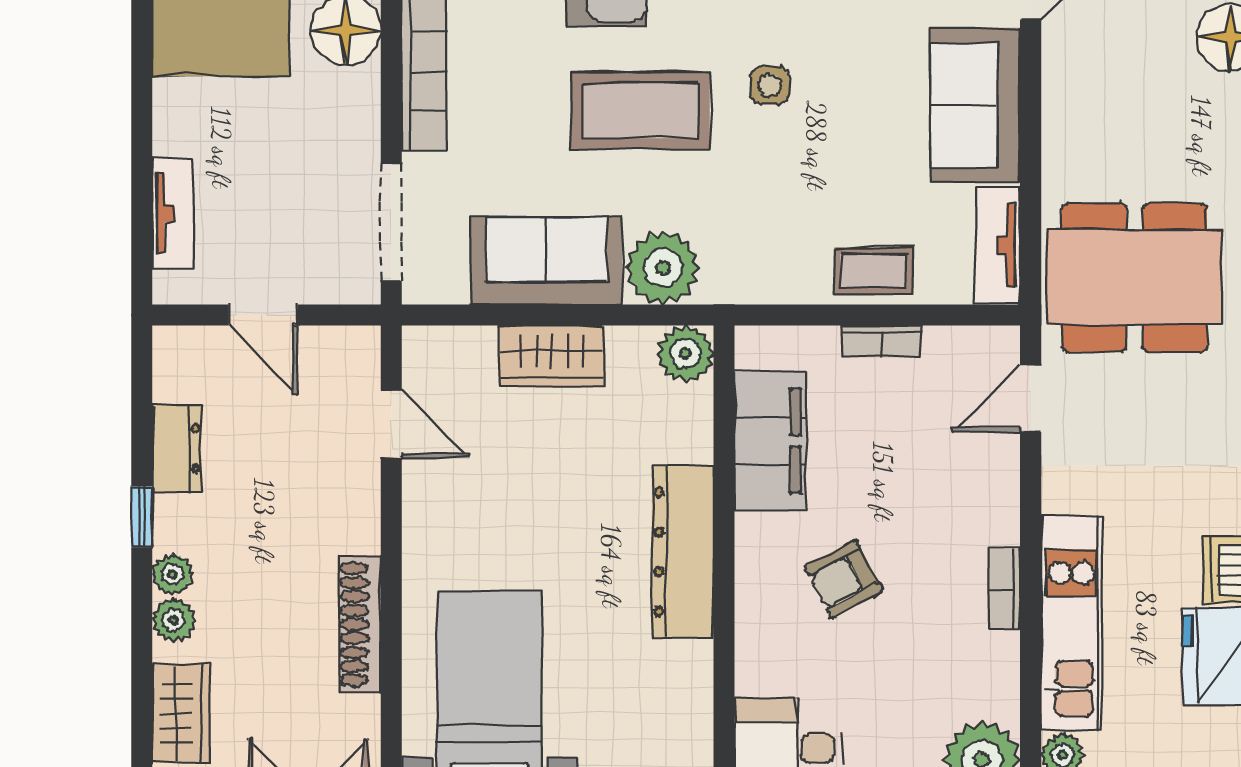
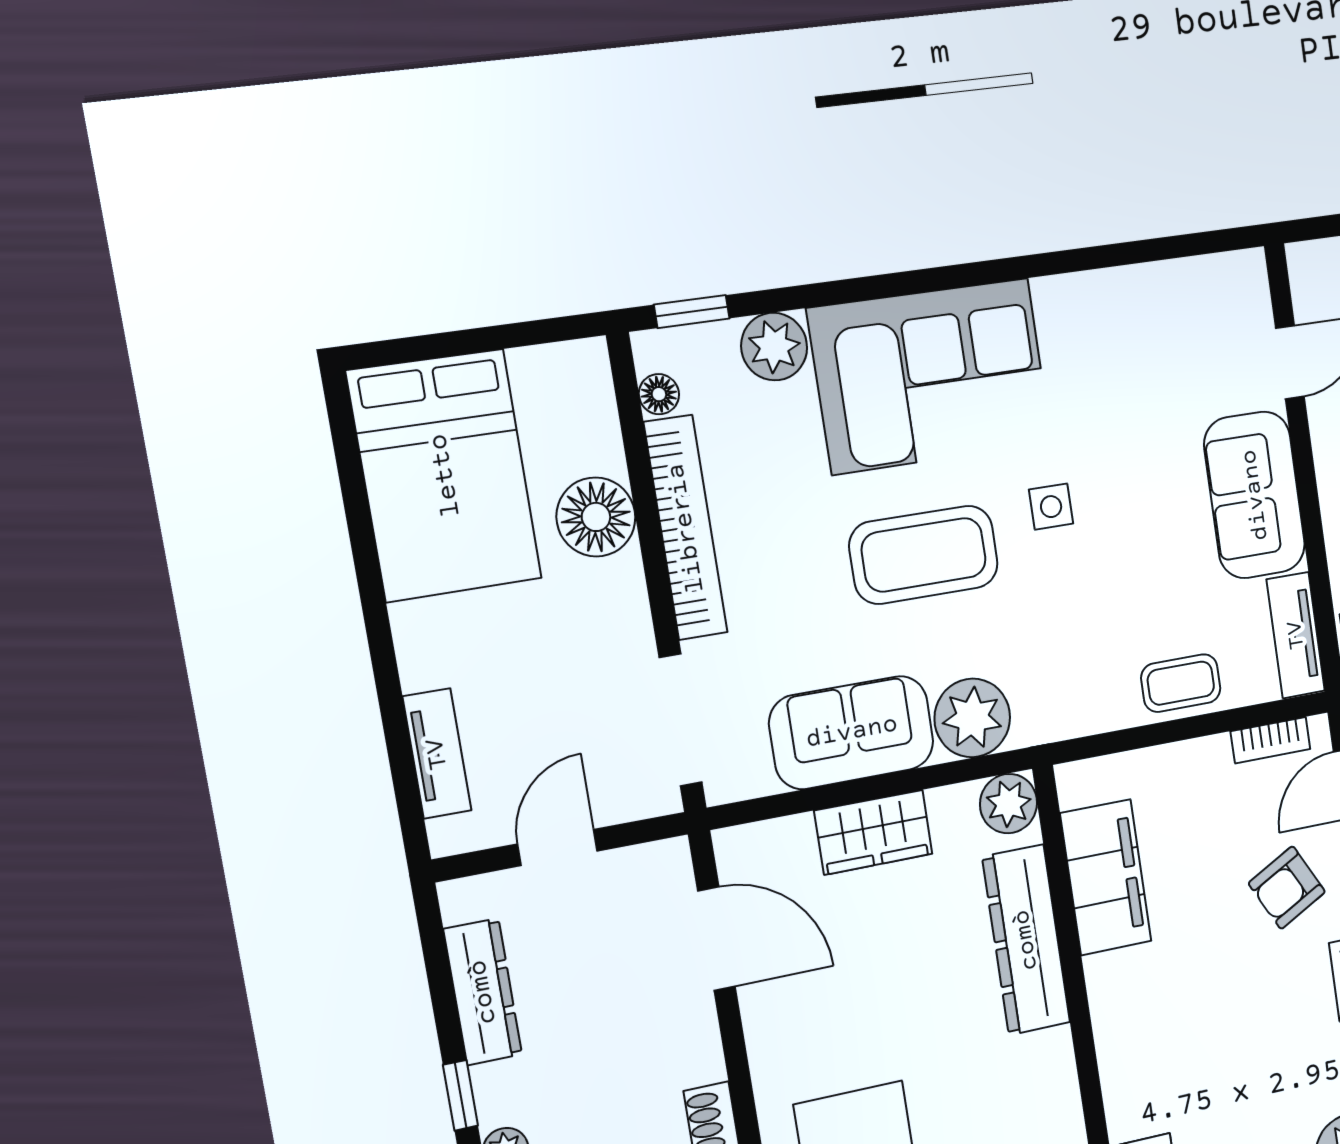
door: (263, 315) -> (558, 848), swing flipped
bookcase: (881, 341) -> (1270, 740), moved
door: (391, 424) -> (716, 939), width x1.38
dresser: (177, 448) -> (483, 992), width x1.44
dresser: (683, 552) -> (1026, 940), moved
armchair: (844, 579) -> (1287, 888), moved

